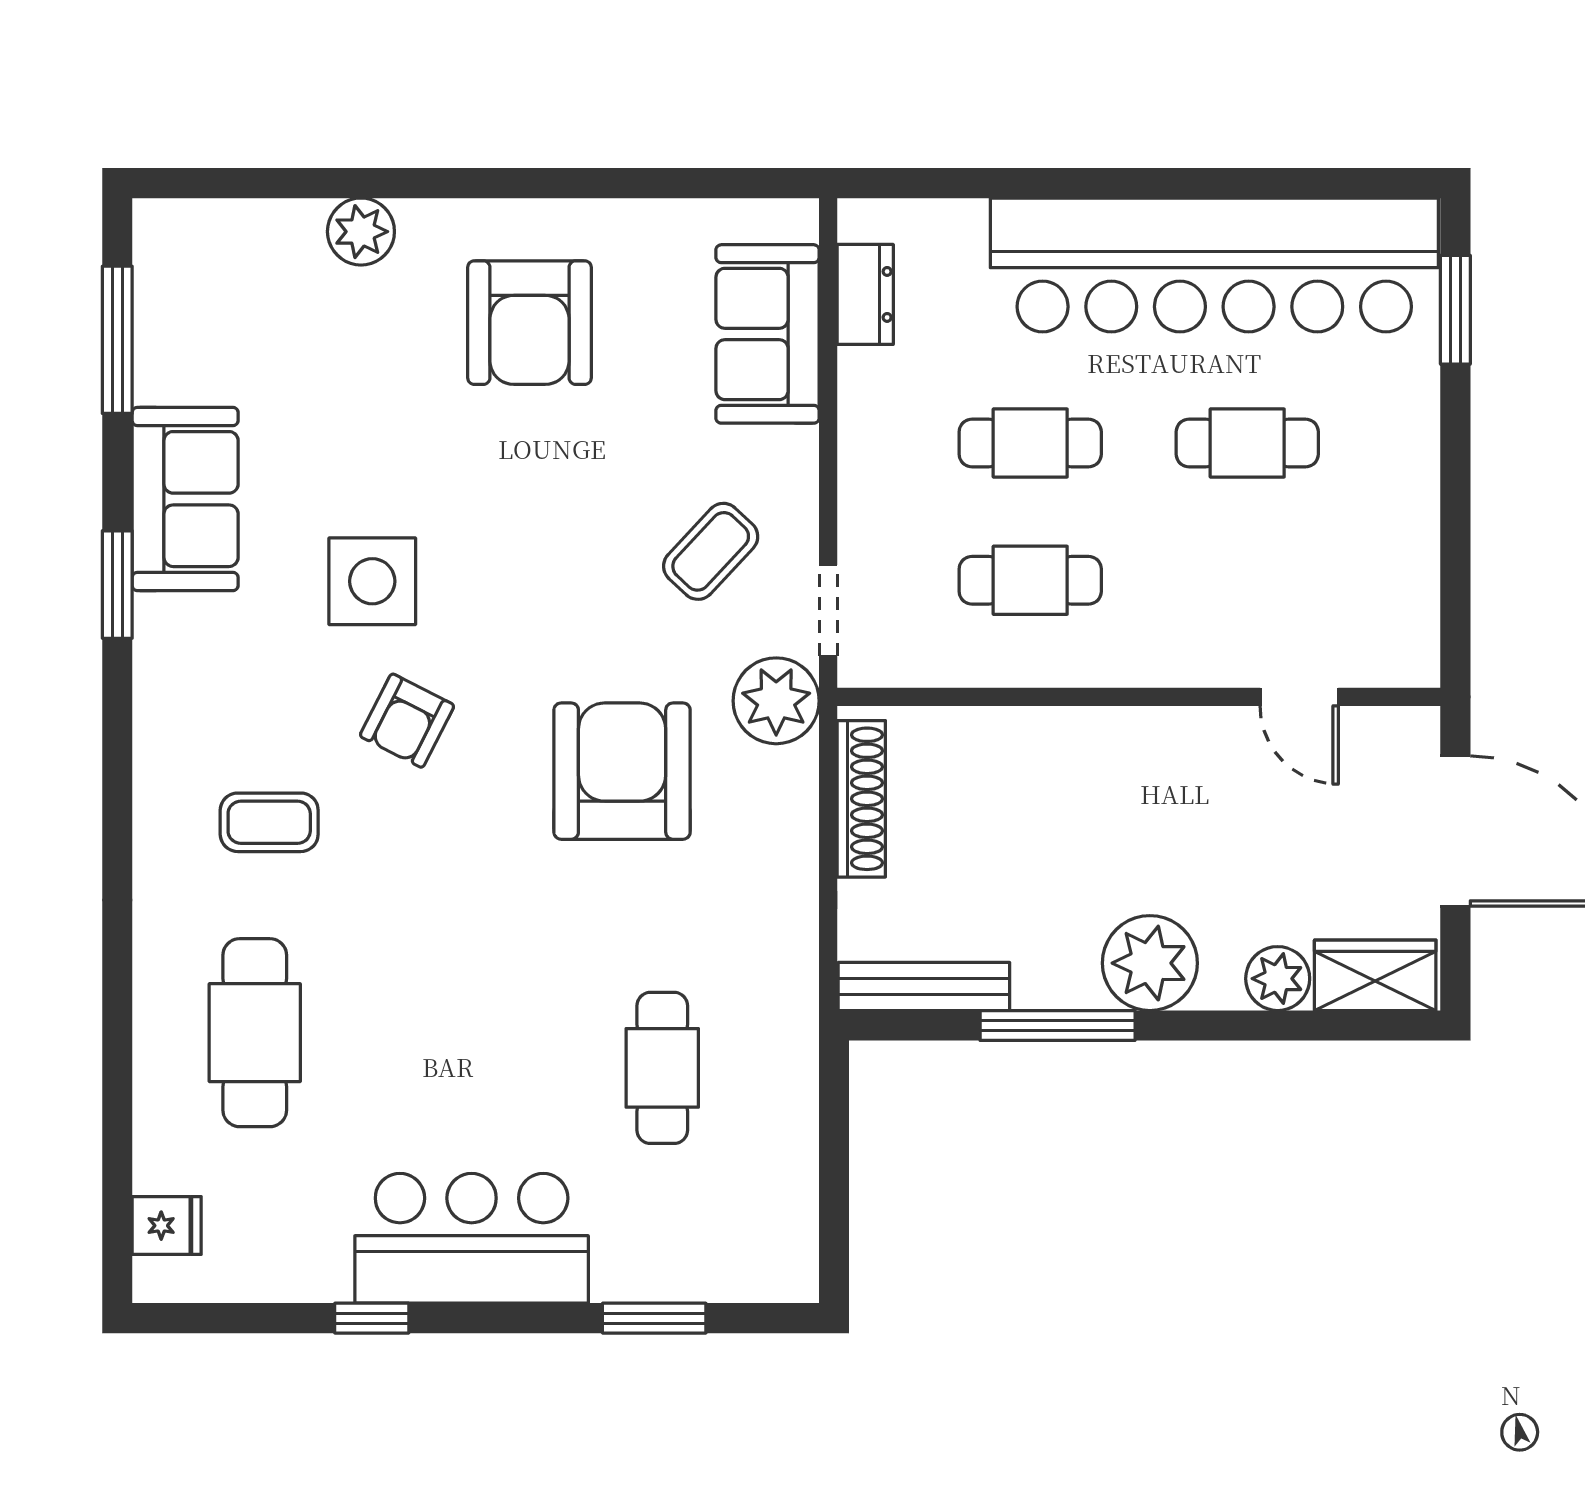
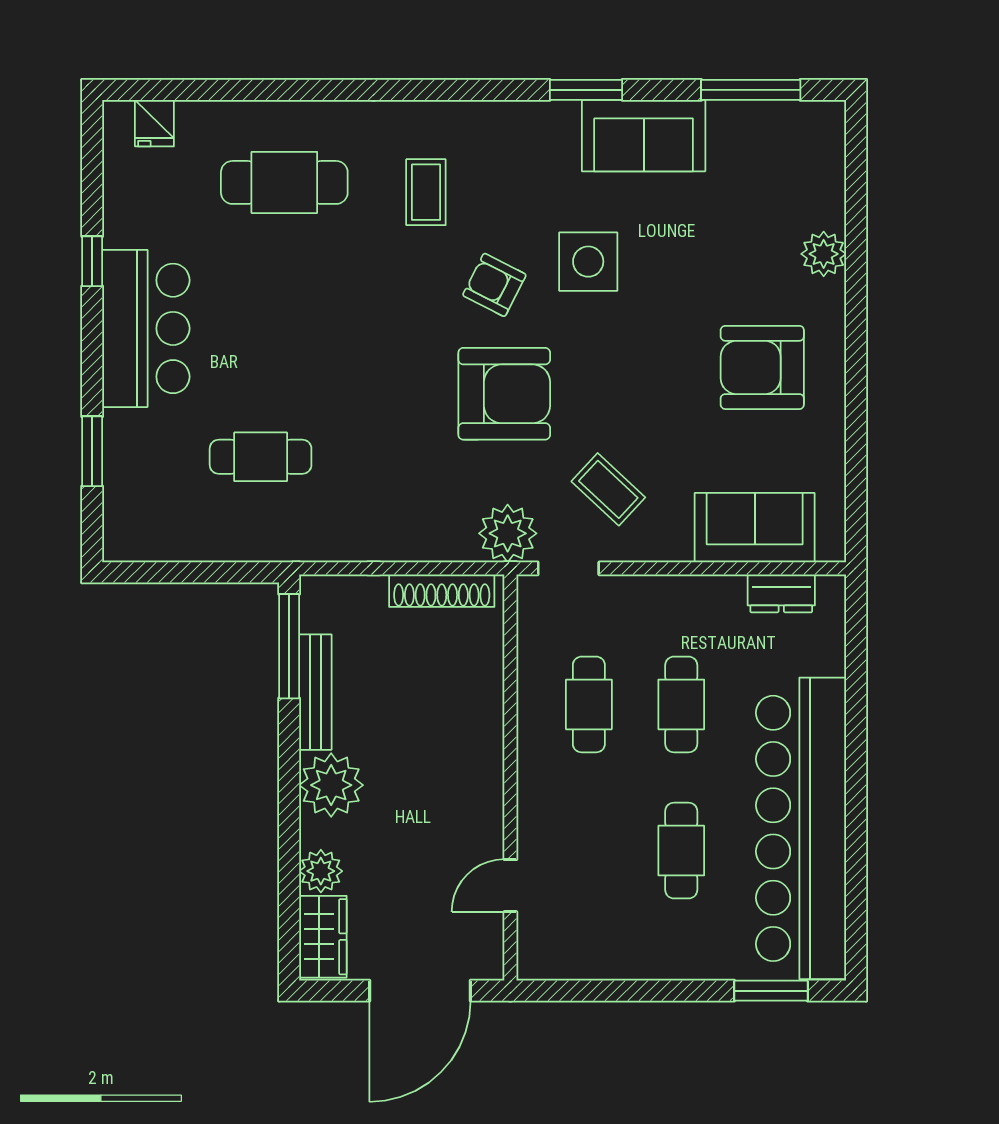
armchair: (622, 771) -> (504, 394), moved
bench: (924, 986) -> (315, 692), moved
window: (1058, 1025) -> (289, 646), moved

